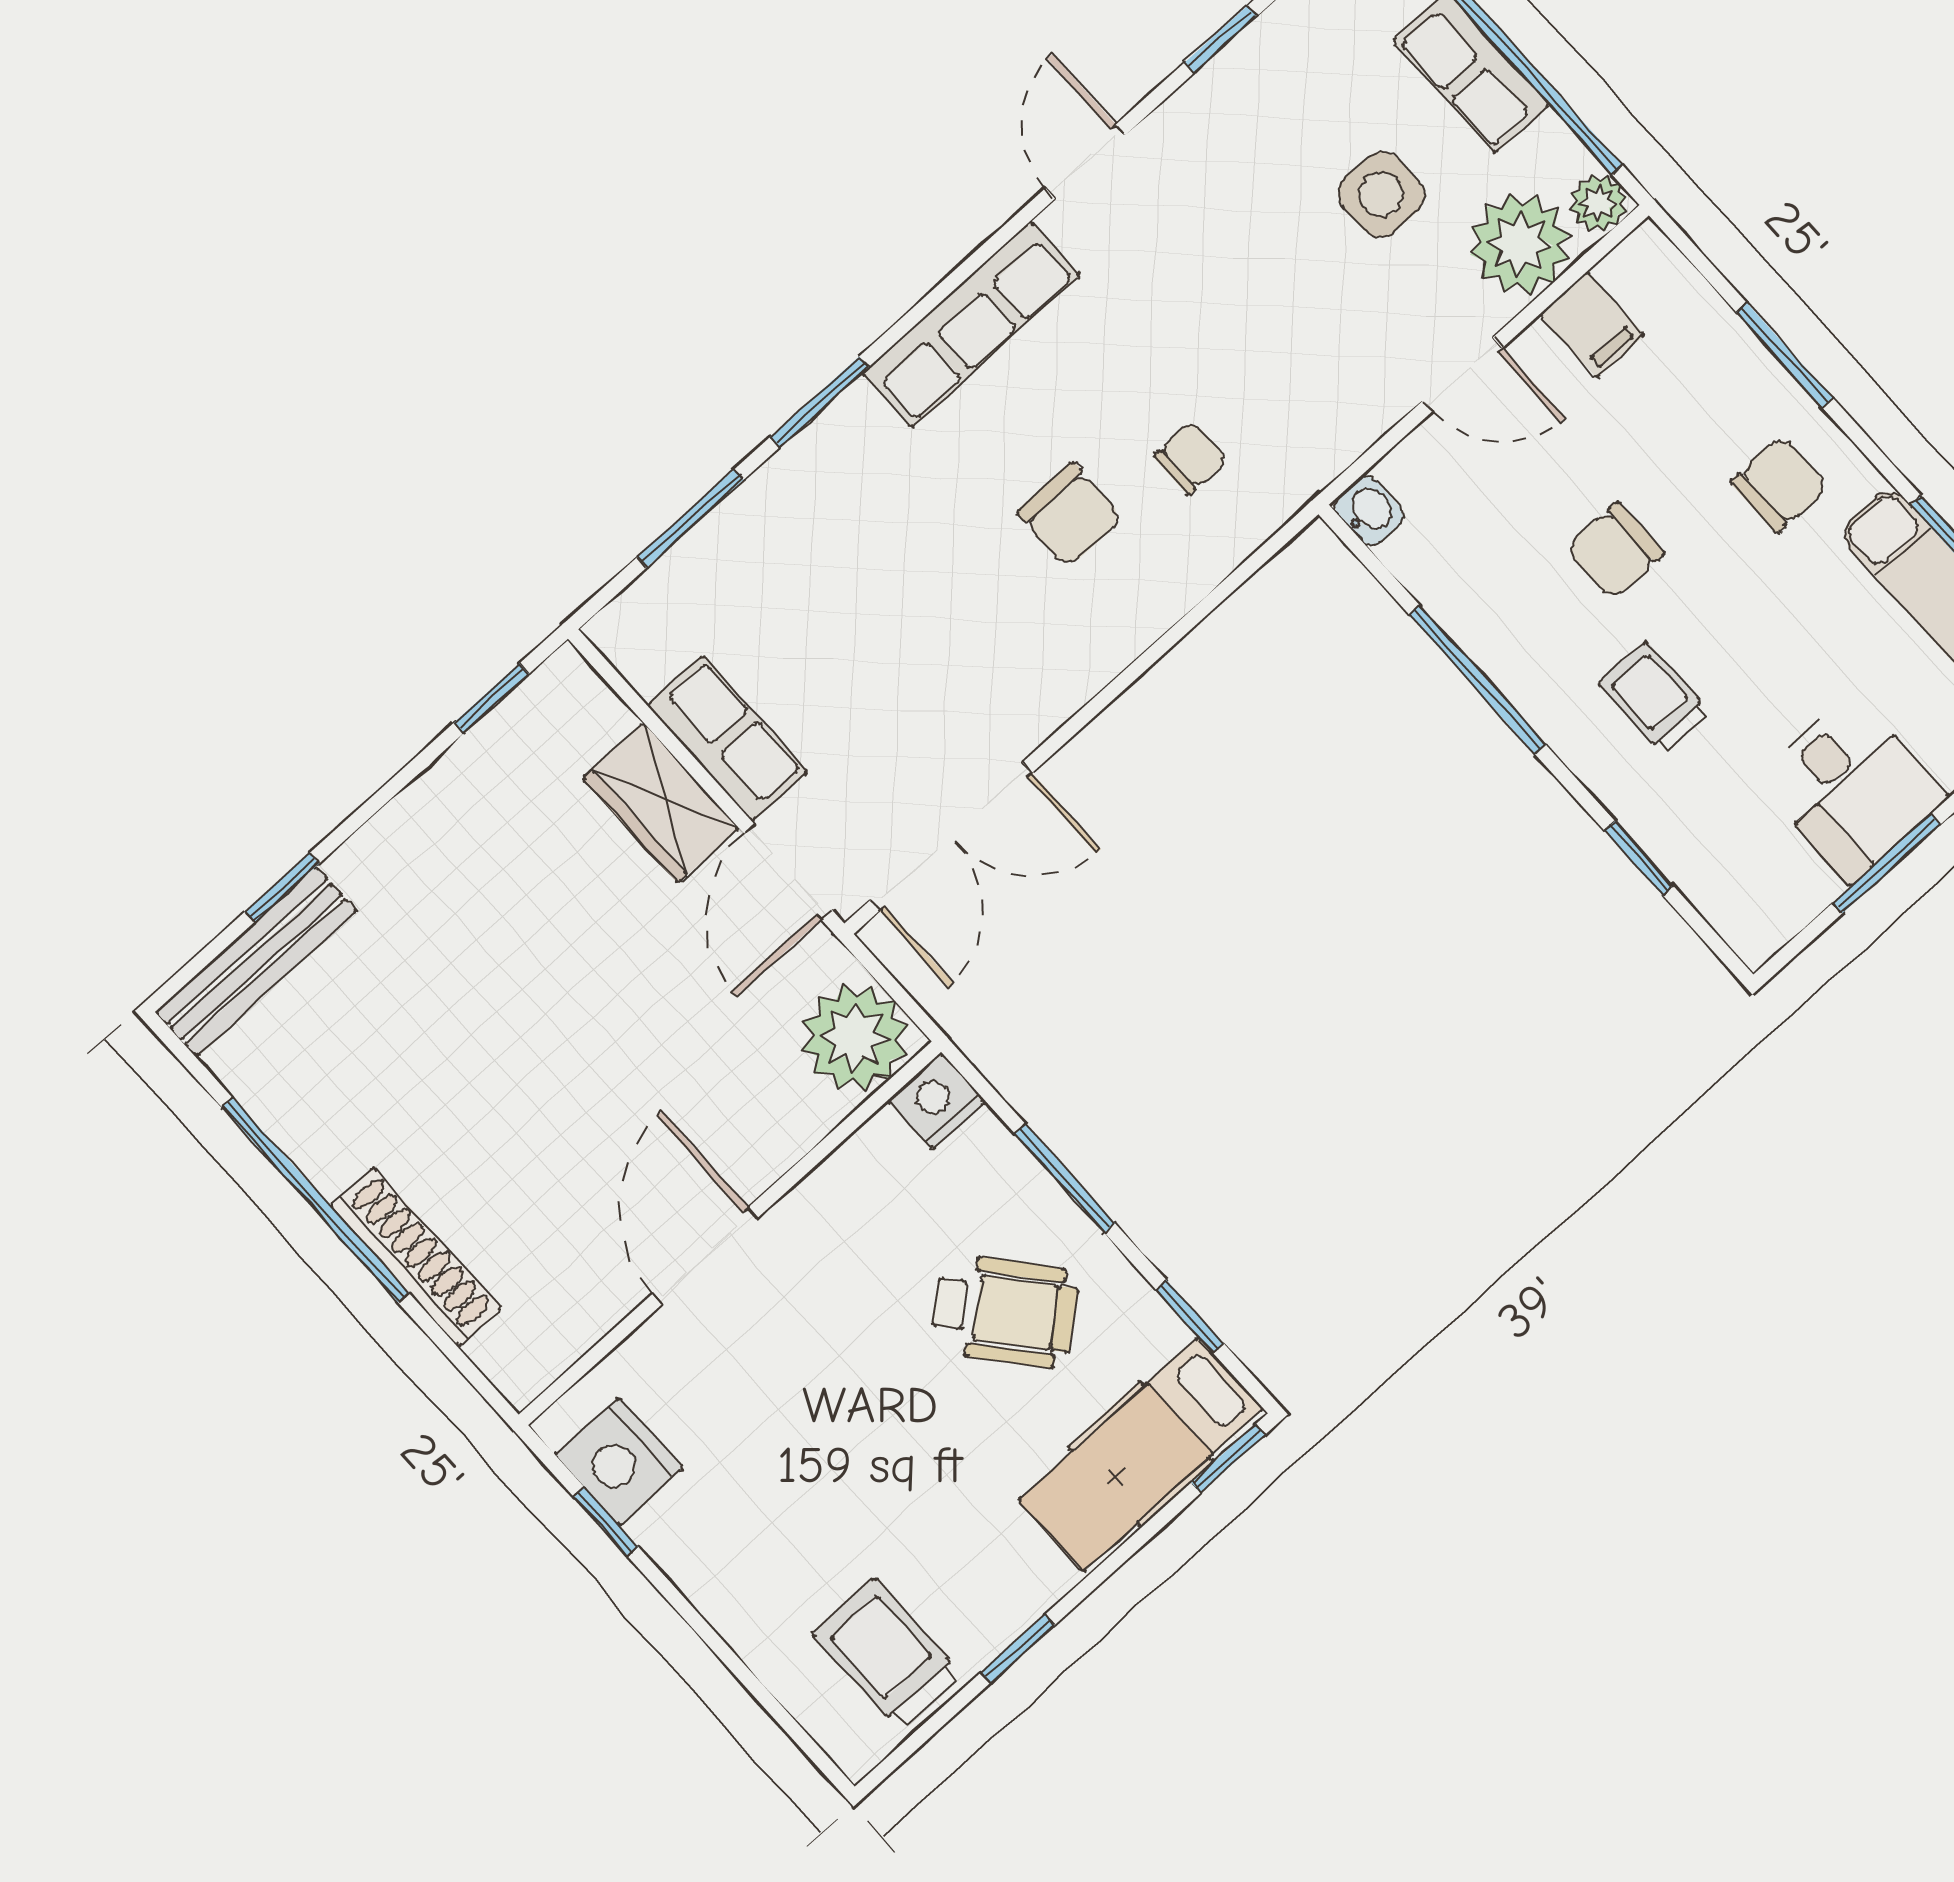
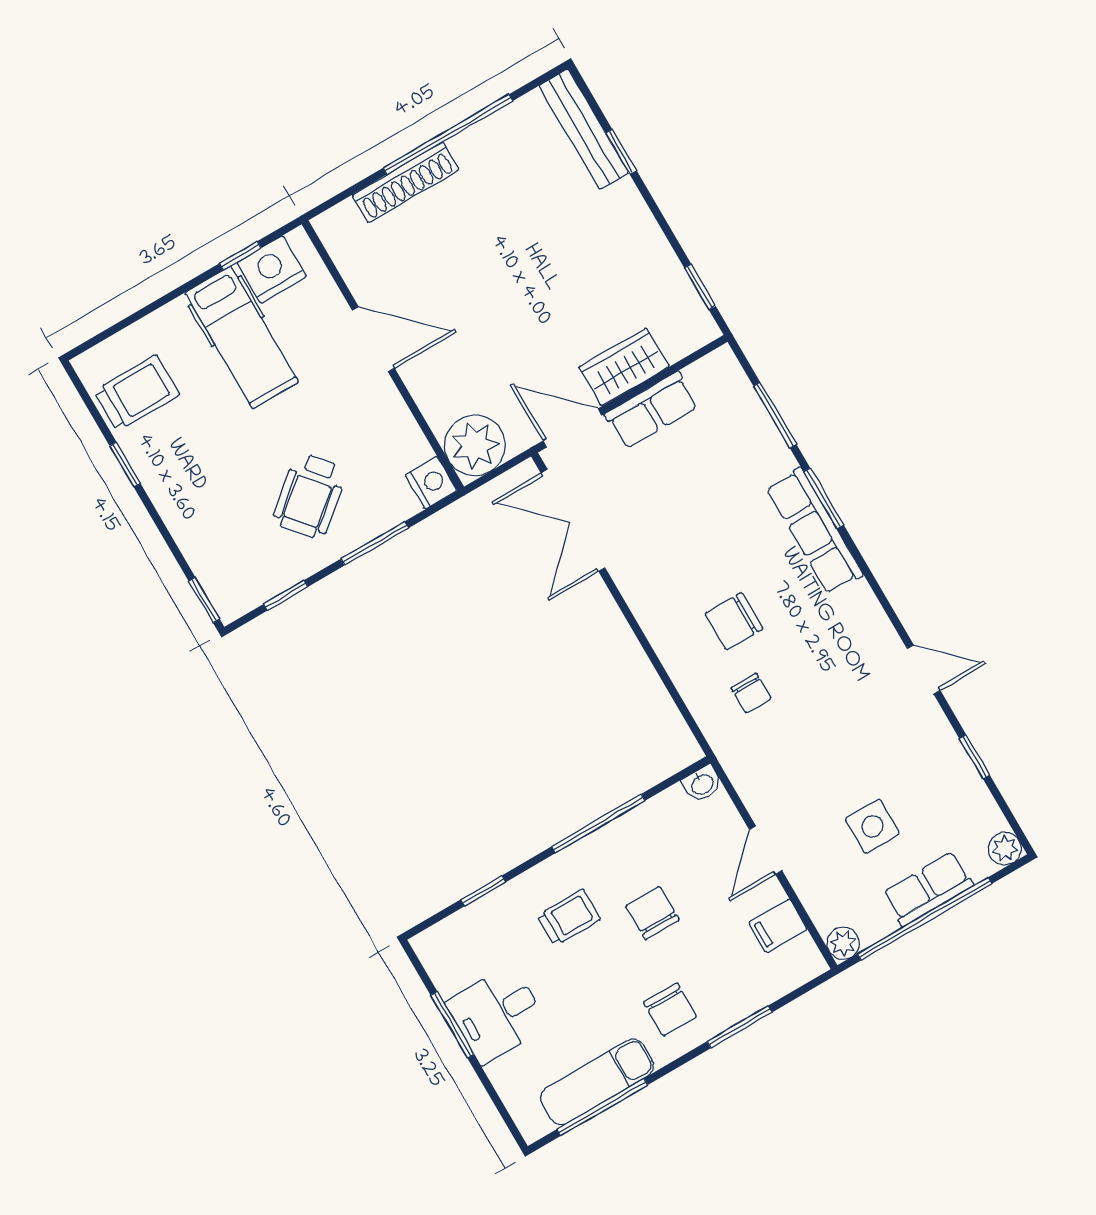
plant: (1520, 244) -> (830, 896), removed
row of seats: (971, 324) -> (815, 531), moved
hospital bed: (1141, 1454) -> (242, 337), moved, turned 180

